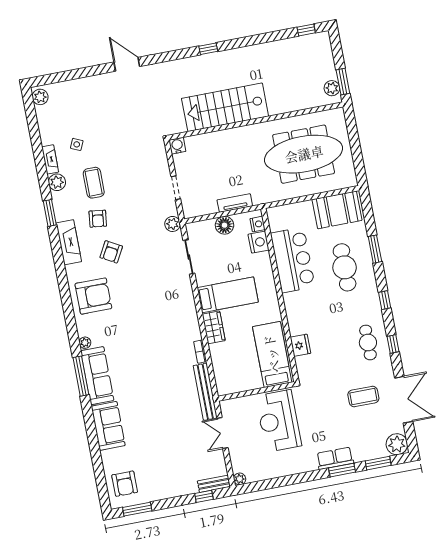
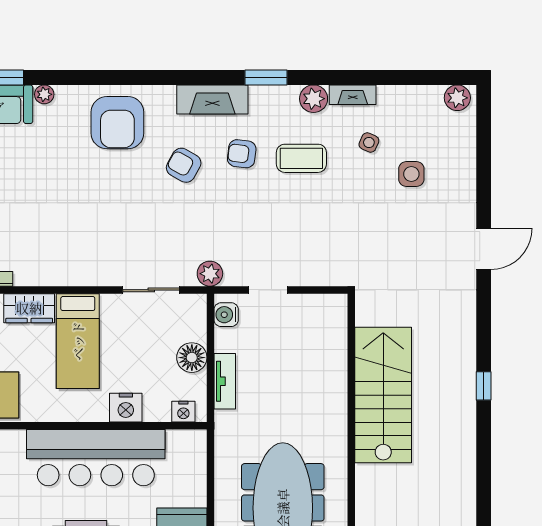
side table: (91, 116) -> (411, 174), added
water cooler: (177, 146) -> (226, 315), moved, turned 180
nightstand: (259, 242) -> (126, 408), moved
bar counter: (293, 260) -> (96, 458), width x1.36

